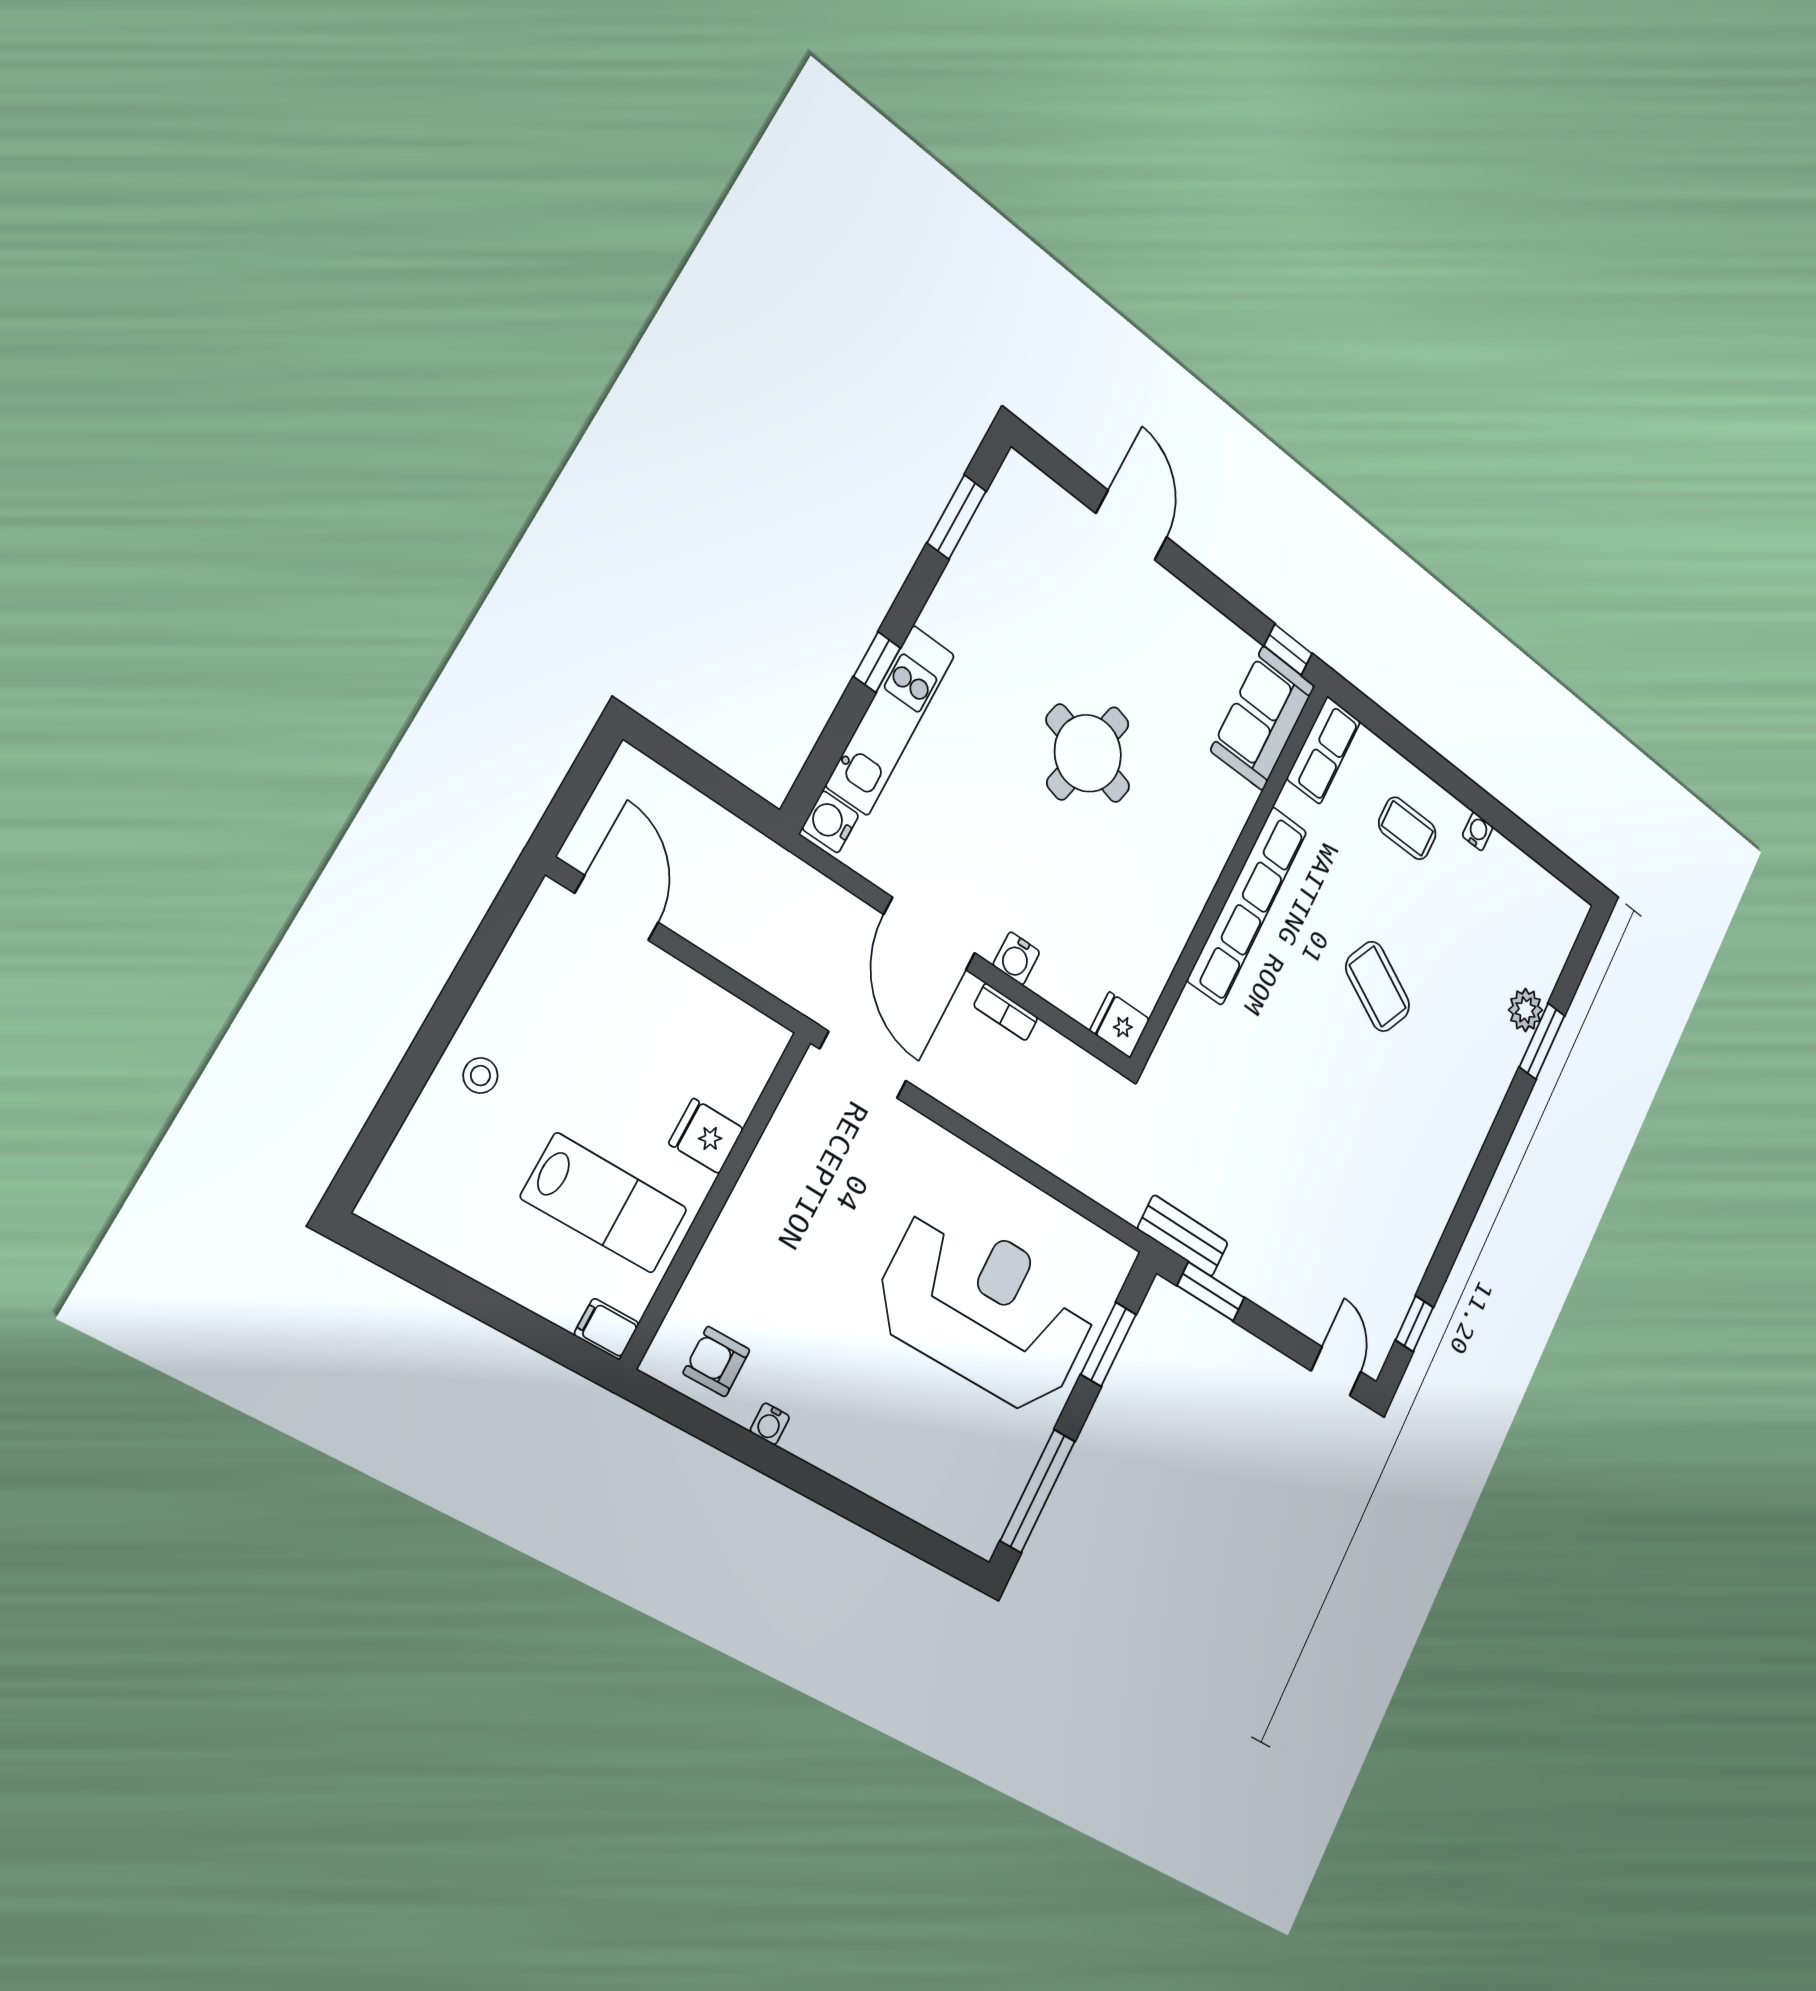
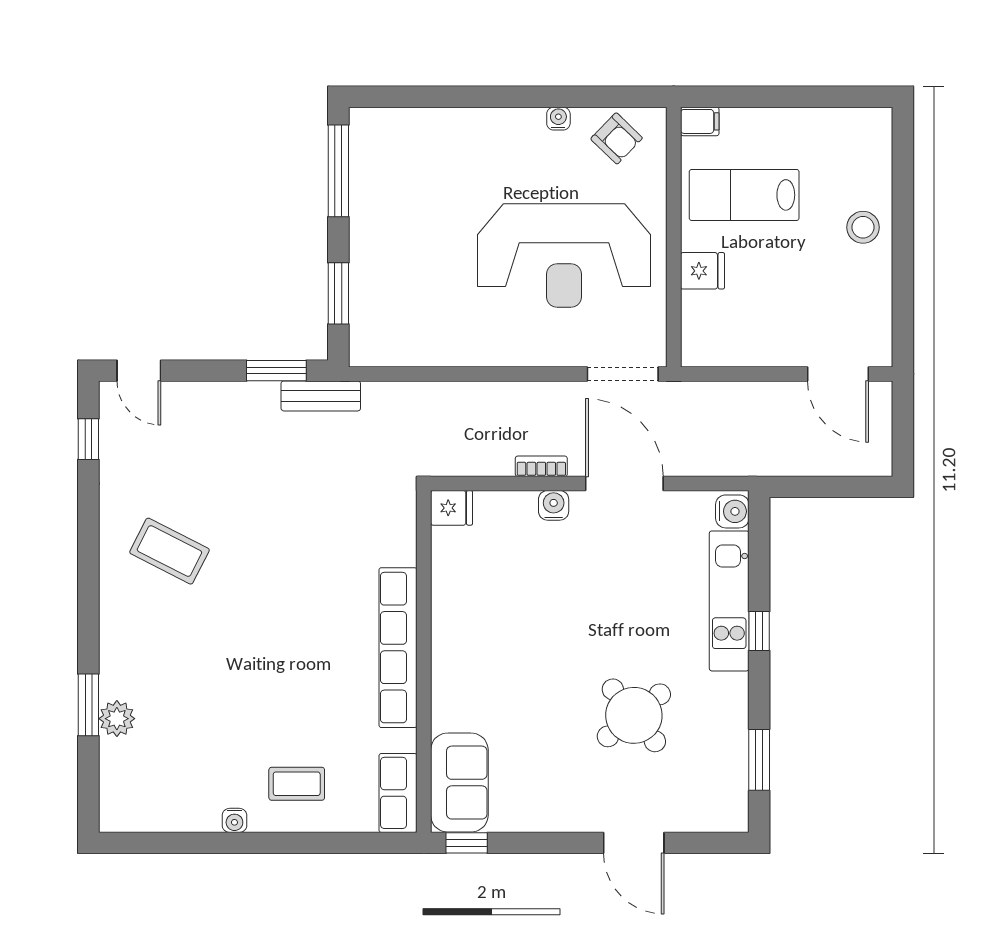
round table: (1088, 753) -> (634, 715), moved, turned 37
coffee table: (1378, 986) -> (169, 551), moved
stool: (480, 1076) -> (863, 227), width x1.37, depth x1.37
reception desk: (986, 1309) -> (564, 255), moved
armchair: (716, 1362) -> (617, 138), turned 44

